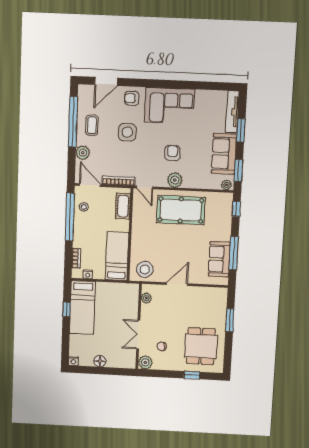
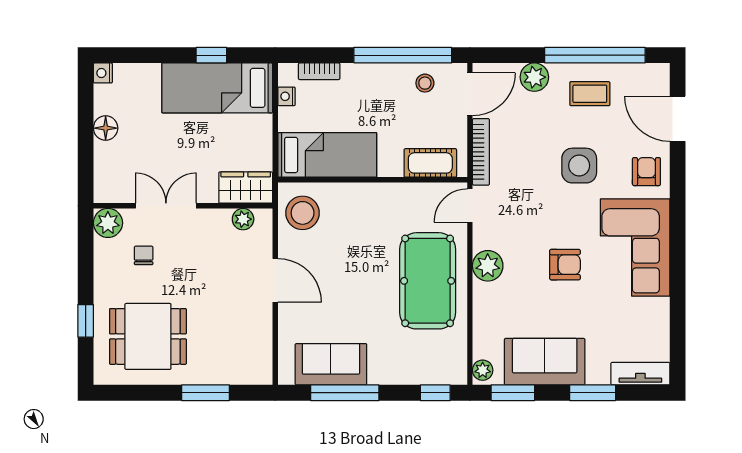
tv unit: (232, 112) -> (640, 374), width x0.71
armchair: (172, 153) -> (565, 265), moved
wardrobe: (131, 296) -> (246, 188), added

